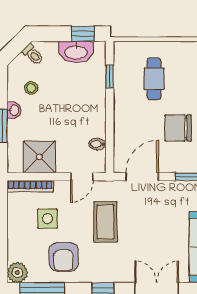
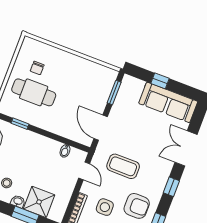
cafe table: (154, 79) -> (34, 92), width x1.37, depth x1.35
chair: (178, 128) -> (37, 68), moved, width x0.54, depth x0.54
shower: (39, 157) -> (39, 202), moved

